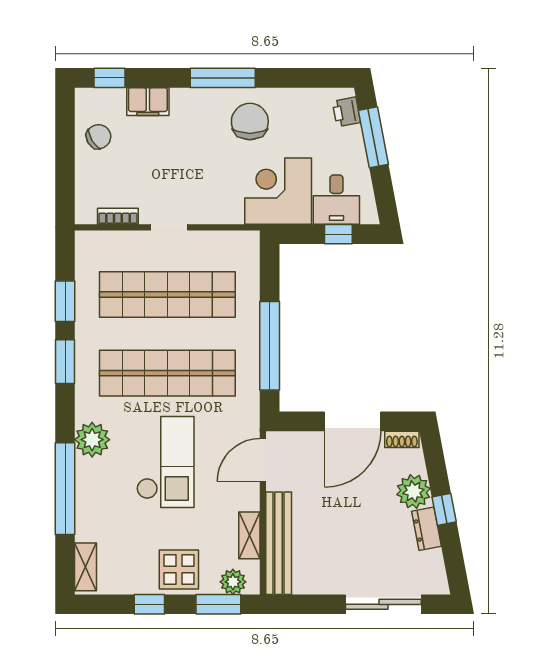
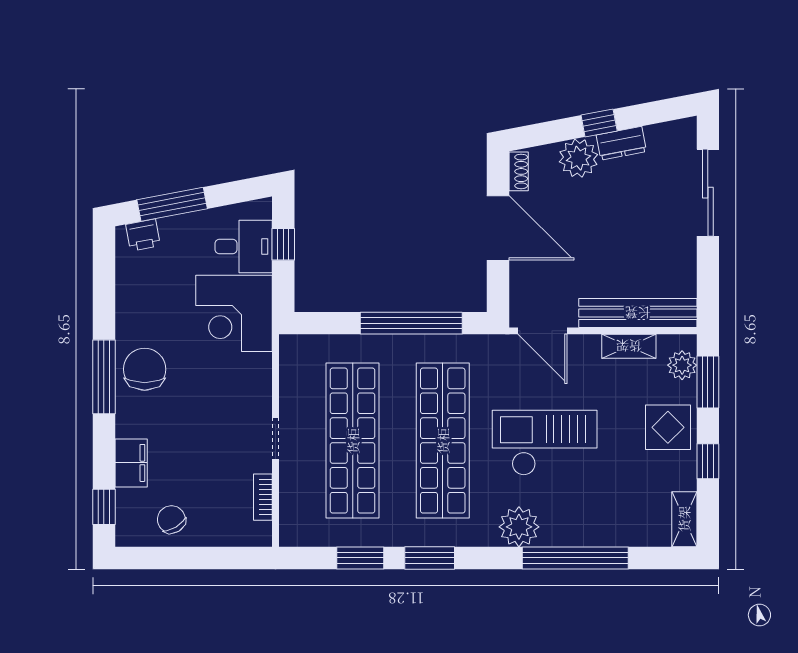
chair: (250, 122) -> (145, 369), moved, turned 90
shelving: (85, 567) -> (684, 519), moved, turned 90

